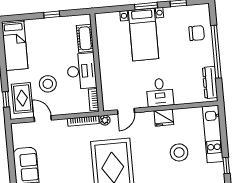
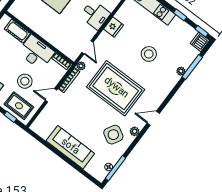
door: (43, 119) -> (51, 95), moved
stool: (179, 152) -> (149, 54), moved

